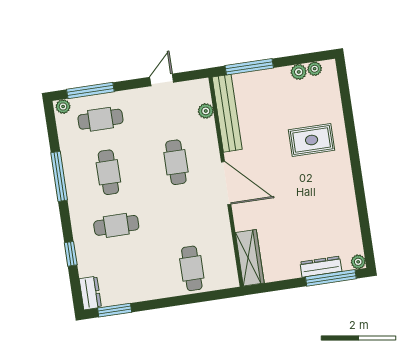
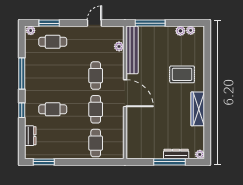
window: (90, 90) -> (49, 23), width x0.69
cafe table: (108, 172) -> (96, 109), moved
window: (71, 254) -> (22, 110), moved
wardrobe: (250, 258) -> (198, 109), moved, turned 180
window: (331, 278) -> (170, 162), moved
dresser: (90, 293) -> (30, 136), moved

